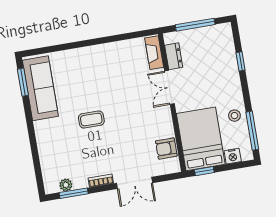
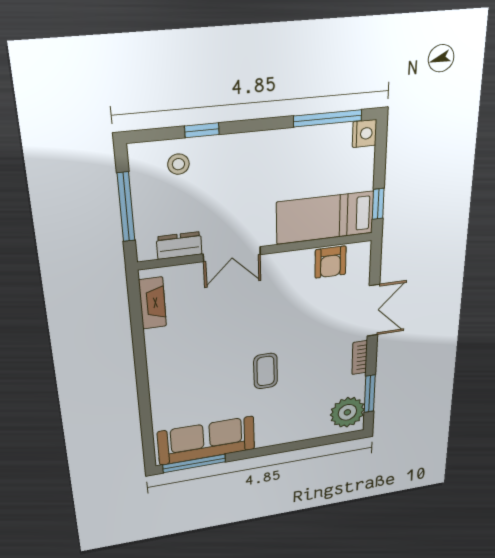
fireplace: (154, 53) -> (153, 303), moved, turned -90
window: (23, 82) -> (194, 463), width x1.44
stool: (234, 116) -> (178, 164), moved
bed: (201, 139) -> (325, 217), width x0.67
nightstand: (233, 156) -> (364, 134), moved
plant: (66, 185) -> (347, 412), width x1.88, depth x1.88

